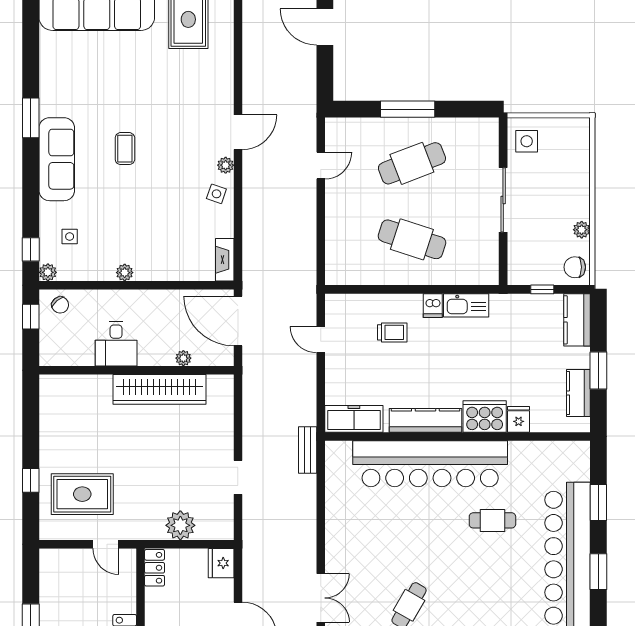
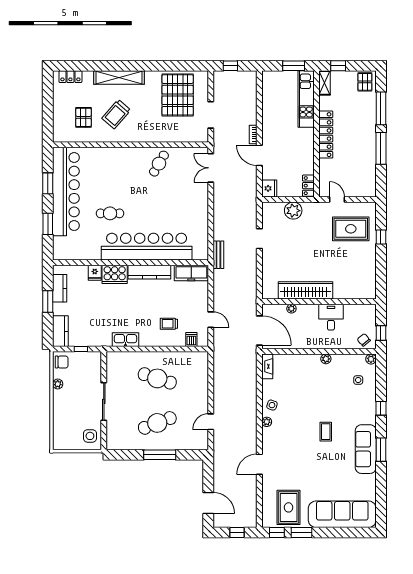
door: (238, 132) -> (259, 464), moved
sofa: (57, 159) -> (366, 449), moved
window: (31, 249) -> (381, 408), moved
dishwasher: (433, 306) -> (191, 340), moved

